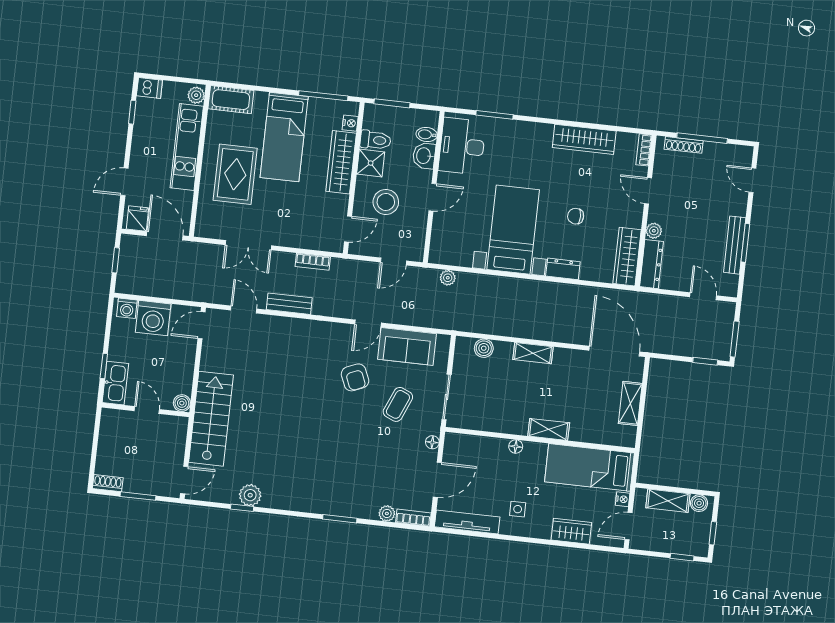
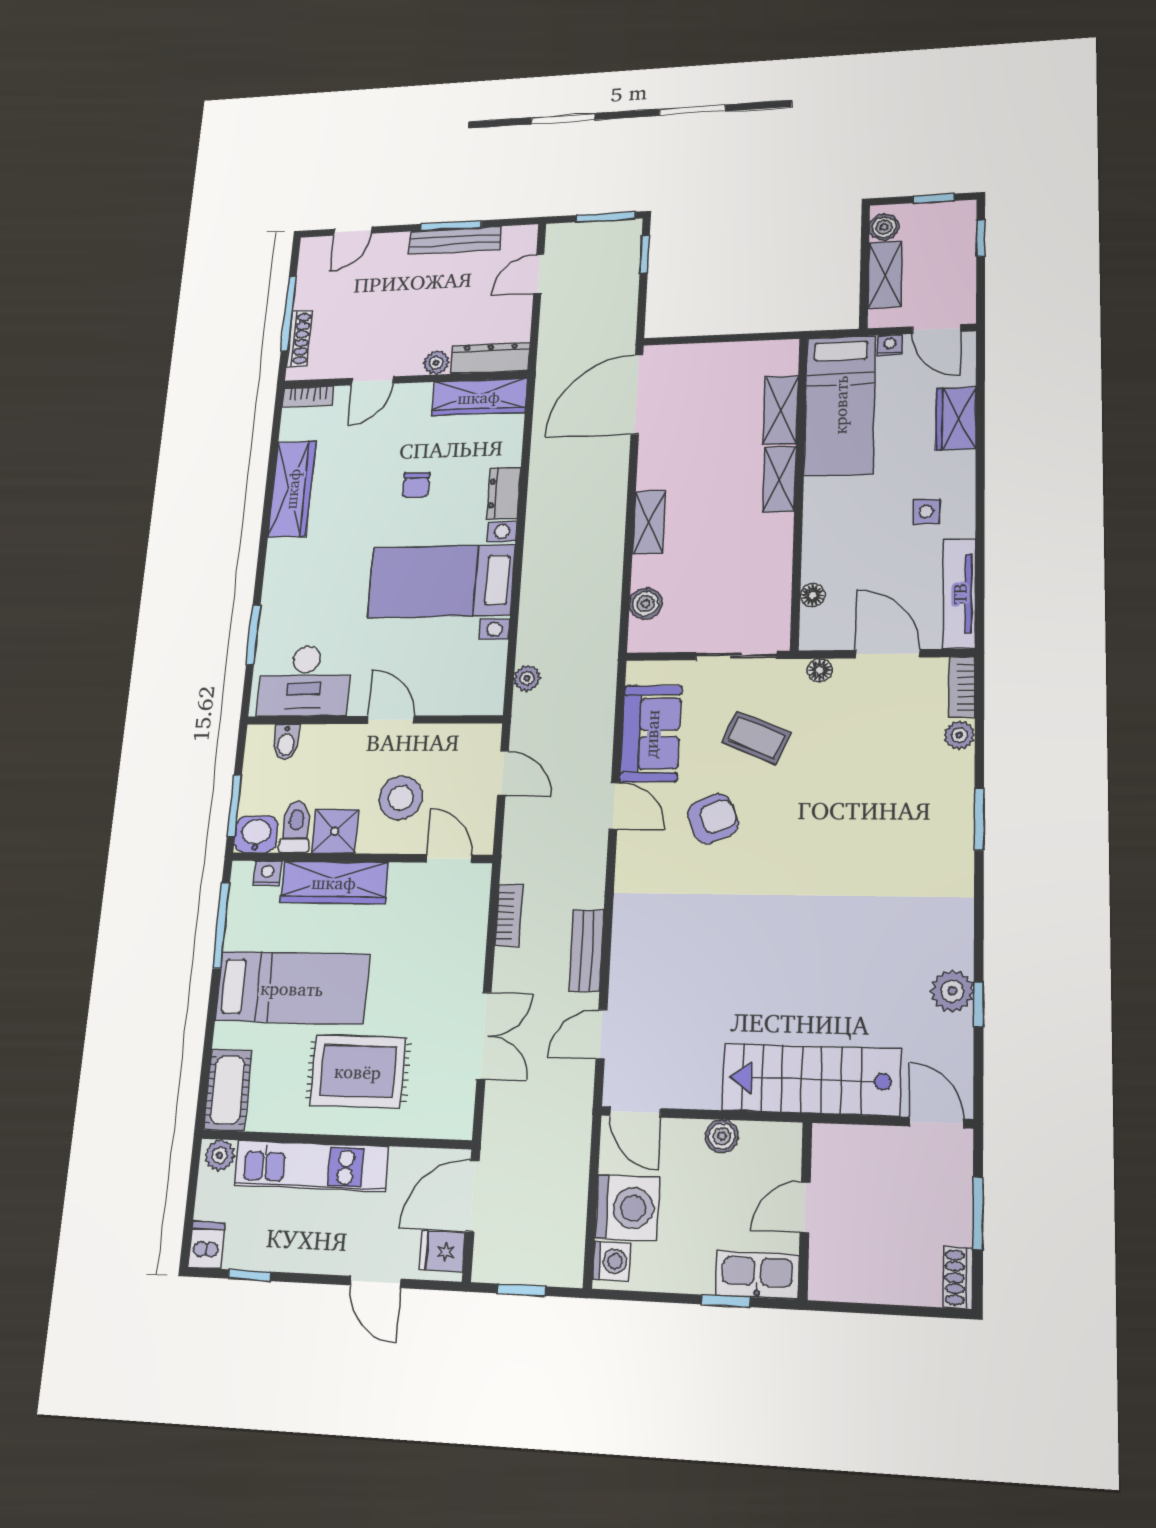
washbasin: (424, 156) -> (256, 834), moved, turned 180
boiler: (182, 403) -> (722, 1136), moved
shelving: (630, 403) -> (781, 410), moved, turned 90
floor lamp: (516, 447) -> (813, 595), moved

